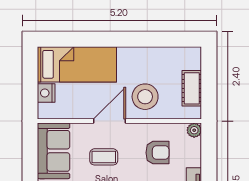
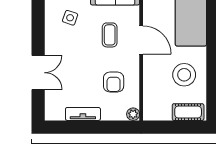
cot: (192, 88) -> (188, 112), moved
stool: (145, 97) -> (184, 75), moved

